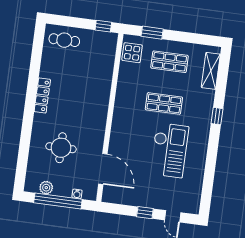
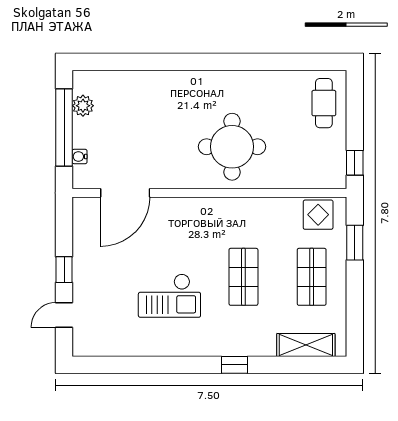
locker: (42, 96) -> (230, 80), removed
round table: (61, 148) -> (232, 147), moved, width x1.36, depth x1.36
checkout: (169, 150) -> (169, 296), width x0.73, depth x0.83

